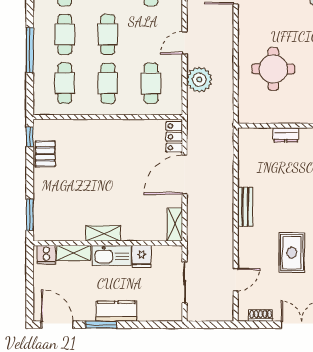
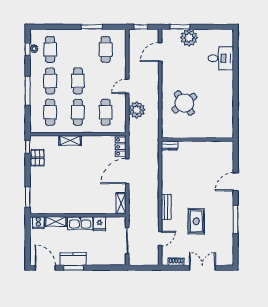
round table: (273, 69) -> (184, 103), turned -36
dresser: (286, 135) -> (170, 145), moved
bench: (245, 207) -> (166, 207), moved
shelving: (103, 233) -> (70, 140), moved
kitchen counter: (116, 311) -> (73, 259), moved

